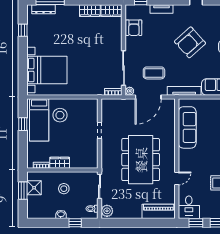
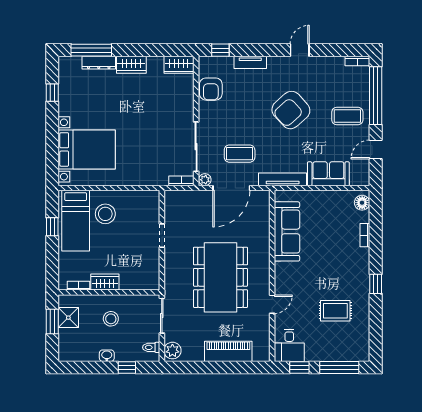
dresser: (44, 9) -> (99, 63), moved
wardrobe: (90, 11) -> (131, 65), moved
piano: (159, 211) -> (228, 351), moved

